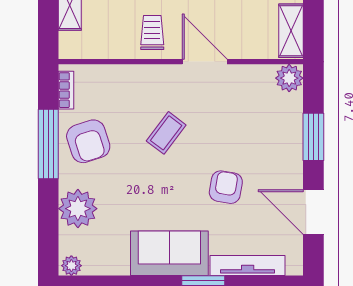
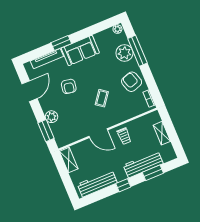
plant: (289, 78) -> (51, 117), moved
window: (313, 137) -> (46, 131), moved
window: (48, 144) -> (137, 51), moved
door: (313, 212) -> (29, 91), hinge flipped

